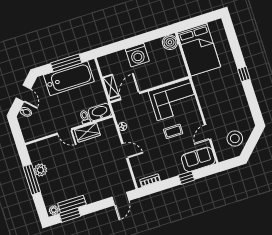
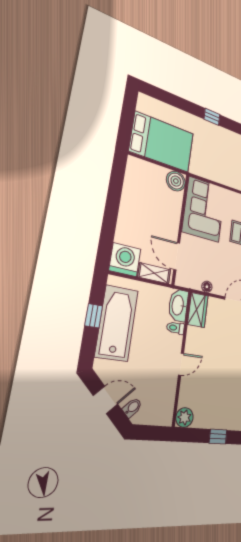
boiler: (170, 42) -> (176, 181), moved
washing machine: (137, 55) -> (125, 260), moved, turned -90
window: (66, 63) -> (94, 316), width x0.46
wardrobe: (87, 132) -> (198, 310), moved
plant: (40, 170) -> (184, 417), moved
window: (32, 179) -> (218, 436), width x0.46

